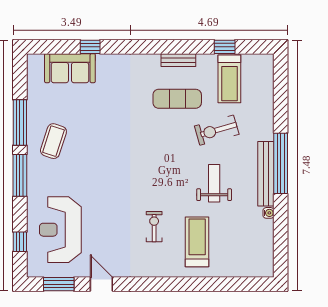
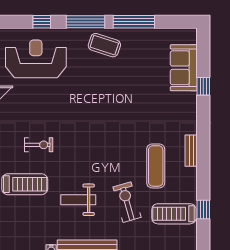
bench: (178, 60) -> (191, 151), moved
coffee table: (53, 141) -> (104, 45), moved
weight bench: (214, 183) -> (78, 200), turned 180
window: (20, 242) -> (42, 22), moved

